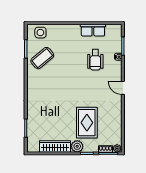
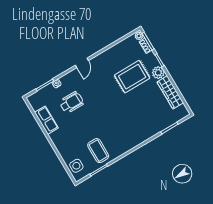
coffee table: (42, 58) -> (98, 151), turned 40

